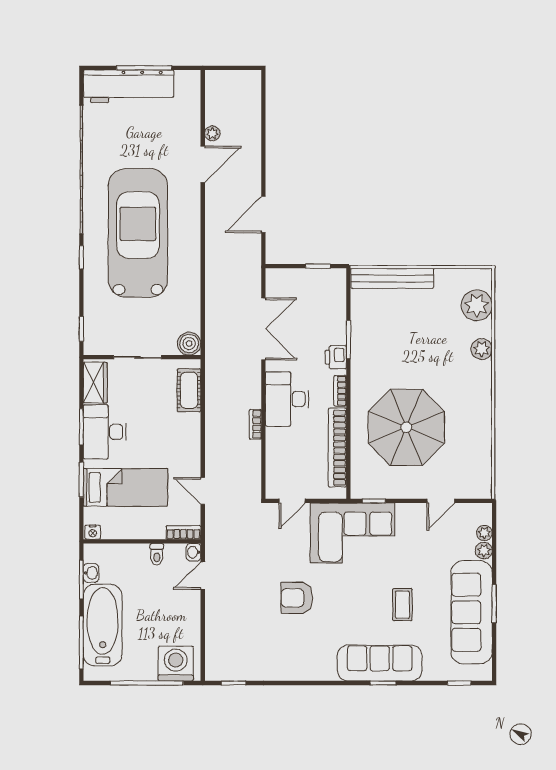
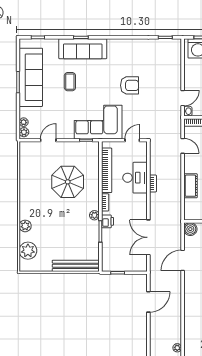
door: (203, 164) -> (183, 260), moved
plant: (359, 368) -> (94, 215), added
cot: (189, 390) -> (190, 186), moved
desk: (287, 399) -> (135, 178), moved
parasol: (406, 427) -> (68, 182), width x0.73, depth x0.73
plant: (484, 551) -> (24, 132), moved

